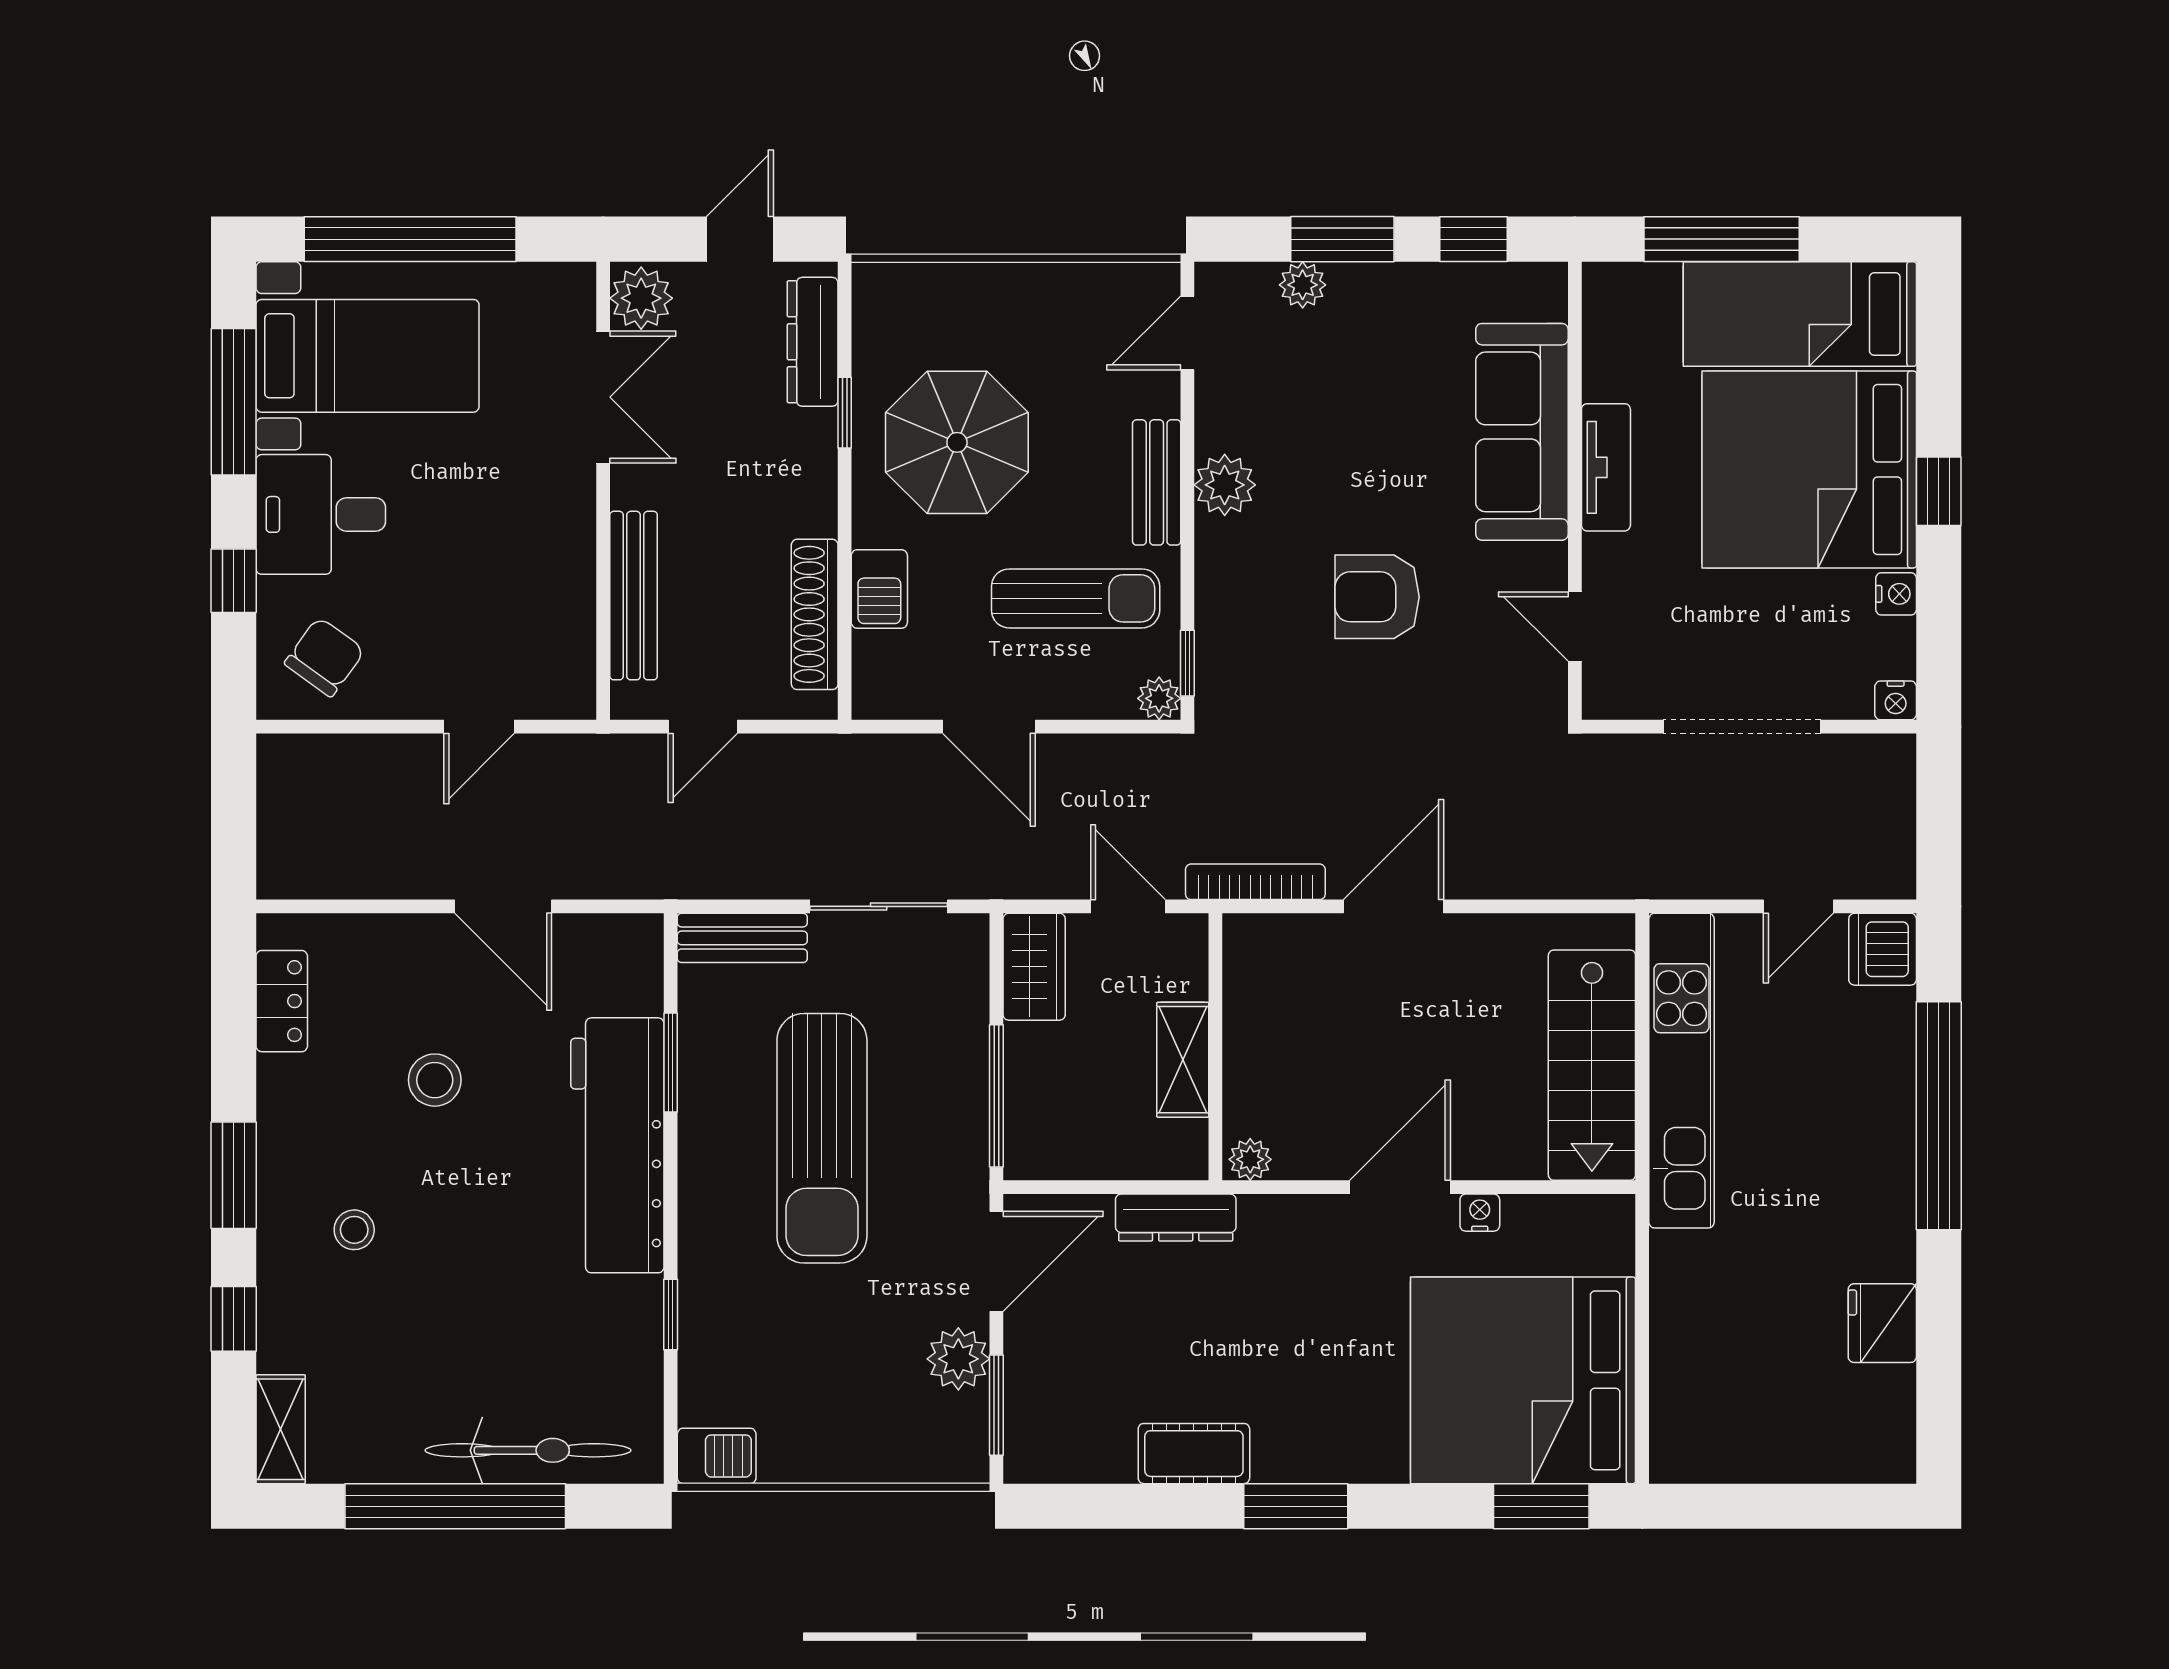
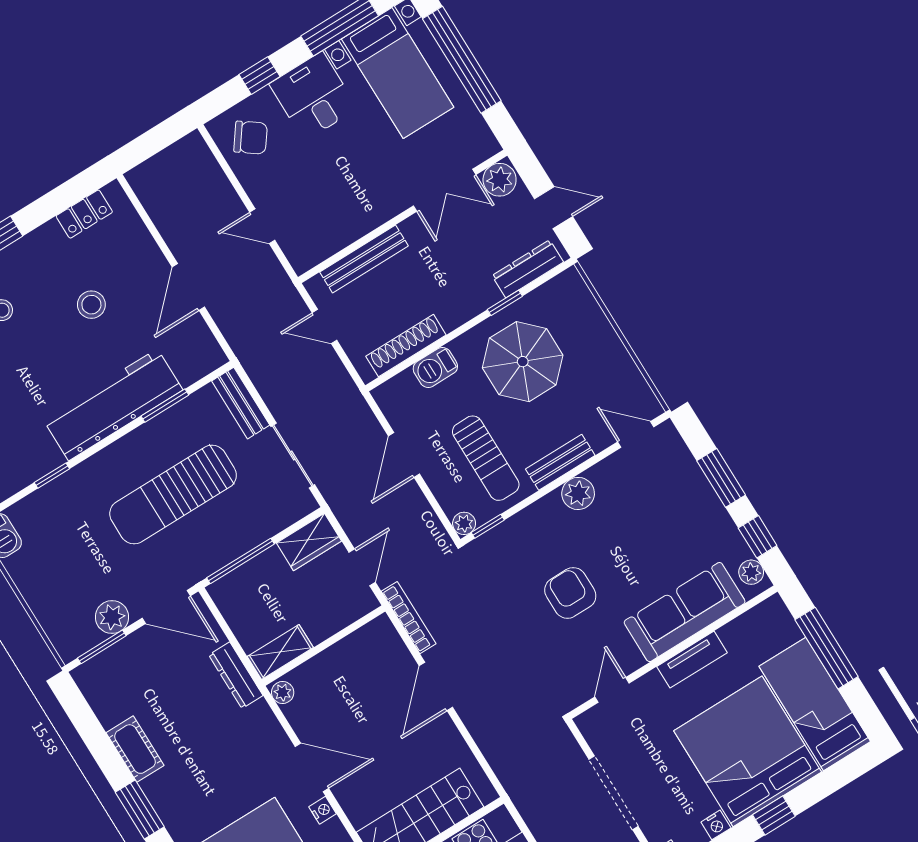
plant: (1303, 285) -> (751, 572), moved
door: (1393, 906) -> (436, 686), swing flipped
shelving: (1183, 1060) -> (280, 652), moved

